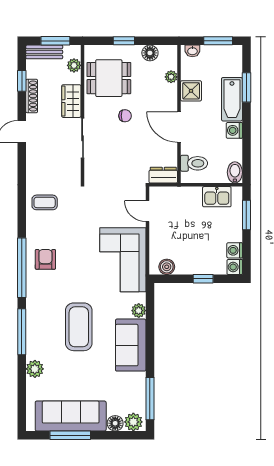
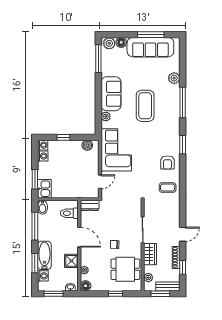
floor lamp: (150, 53) -> (86, 286), moved
washing machine: (234, 130) -> (43, 276), moved
window: (246, 144) -> (35, 226), added
kitchen sink: (217, 197) -> (44, 189), moved, turned 90
door: (147, 211) -> (100, 182), hinge flipped
armchair: (45, 259) -> (167, 163), moved
window: (22, 268) -> (183, 145), width x0.47

